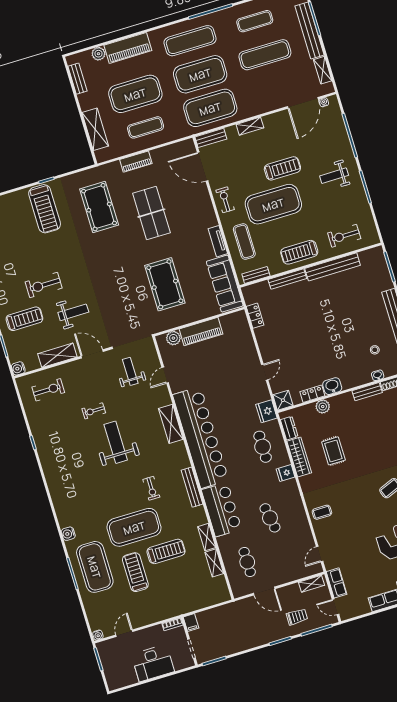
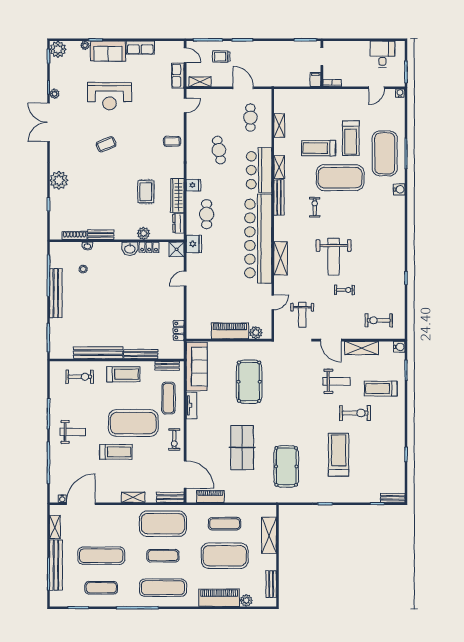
exercise mat: (200, 74) -> (163, 556), width x0.50, depth x0.69
piano: (136, 162) -> (210, 496), moved
treadmill: (282, 168) -> (116, 452), turned 180
treadmill: (45, 209) -> (339, 455), moved
weight bench: (73, 312) -> (336, 381), turned 180
shelving: (207, 537) -> (279, 167), moved
desk: (153, 663) -> (382, 54), moved, width x0.73

